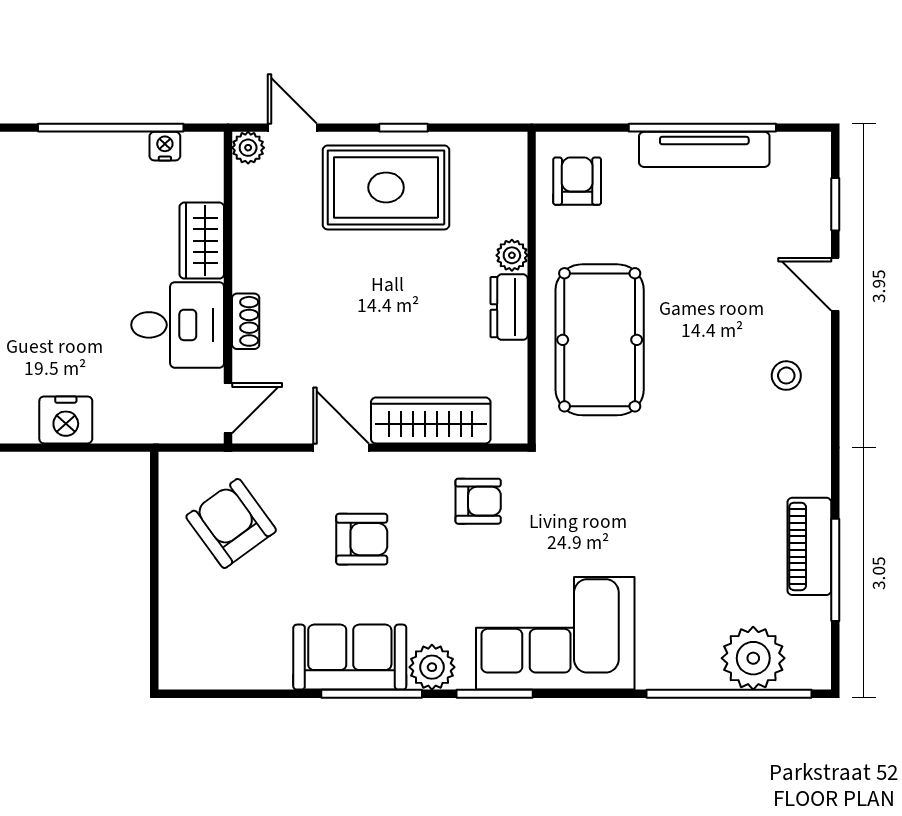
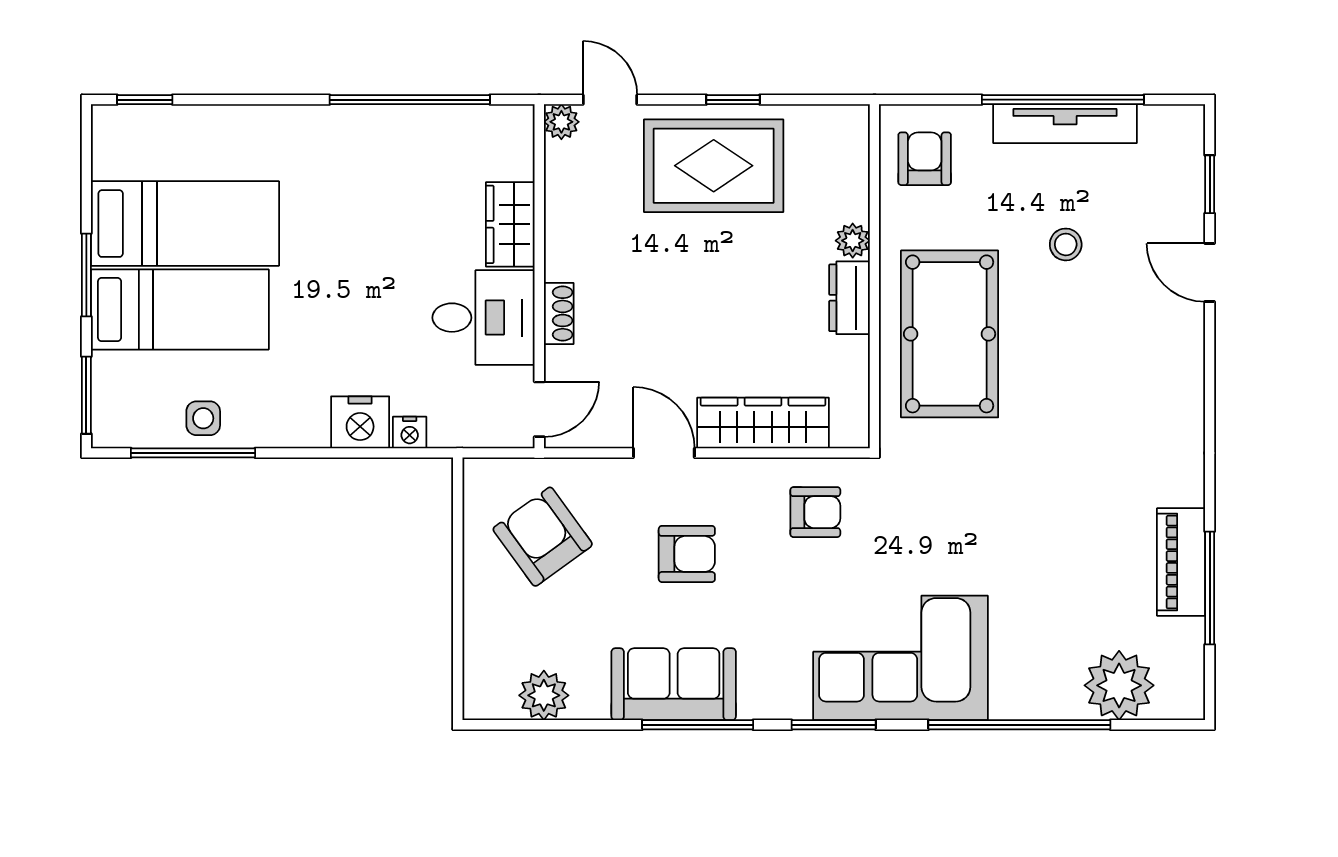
nightstand: (165, 146) -> (410, 433), moved, turned 180
stool: (786, 376) -> (1066, 244), moved
plant: (432, 667) -> (544, 695), moved
window: (729, 694) -> (1019, 725), moved

